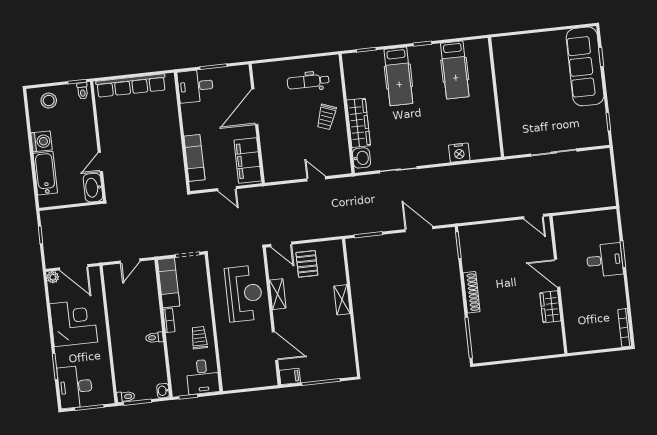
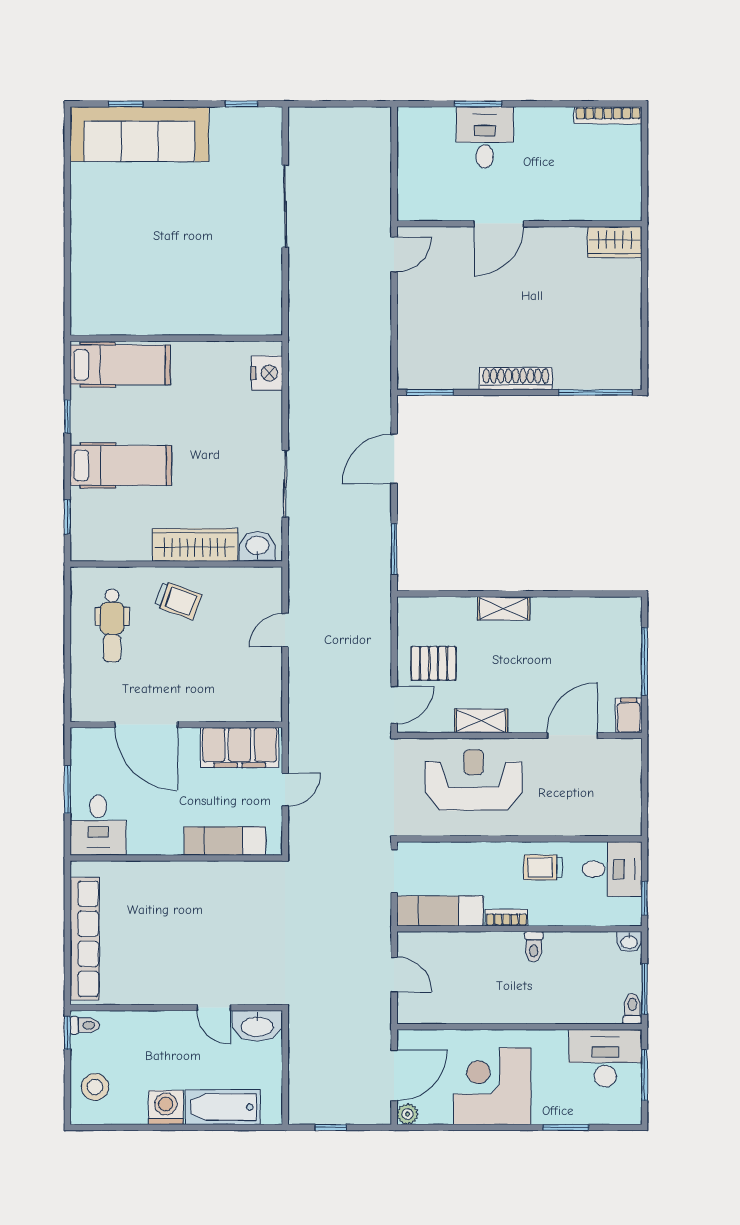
wall: (496, 97) -> (176, 338), moved
wardrobe: (550, 307) -> (615, 242), moved
desk: (75, 387) -> (605, 1058), moved, turned 180

